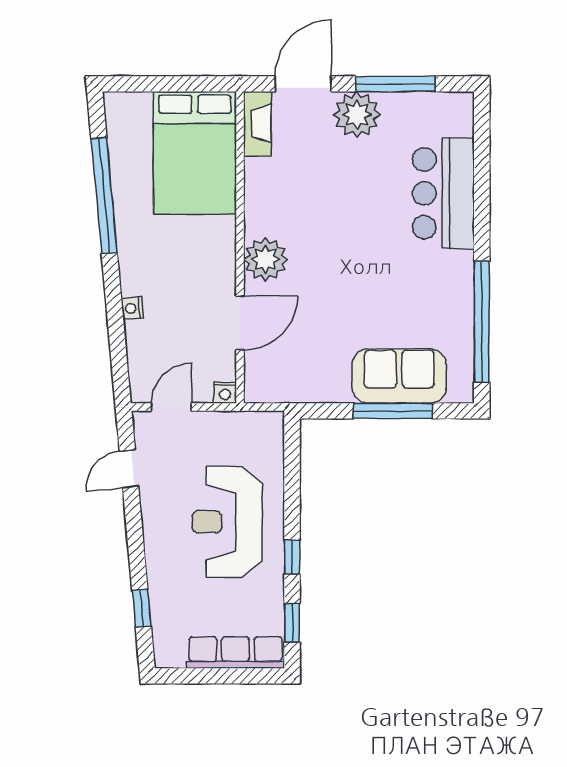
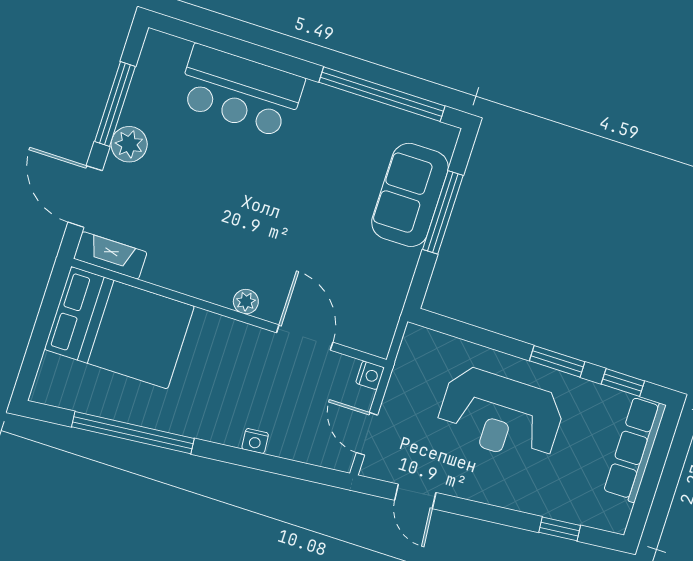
plant: (357, 115) -> (129, 144), width x0.73, depth x0.73
plant: (265, 259) -> (246, 302), width x0.53, depth x0.53
window: (292, 557) -> (557, 361), width x1.50

